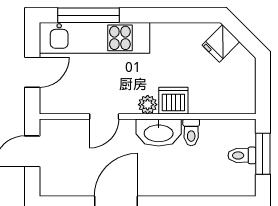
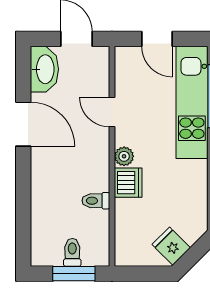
fridge: (221, 43) -> (171, 246), moved
washbasin: (159, 133) -> (44, 69), moved, turned 180

